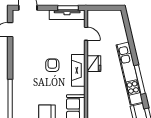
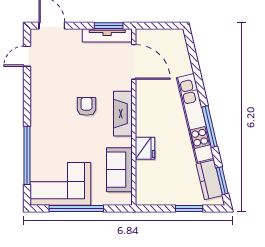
door: (86, 34) -> (134, 62), width x1.88
fridge: (94, 64) -> (145, 148), moved

